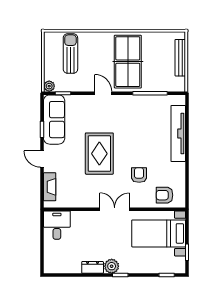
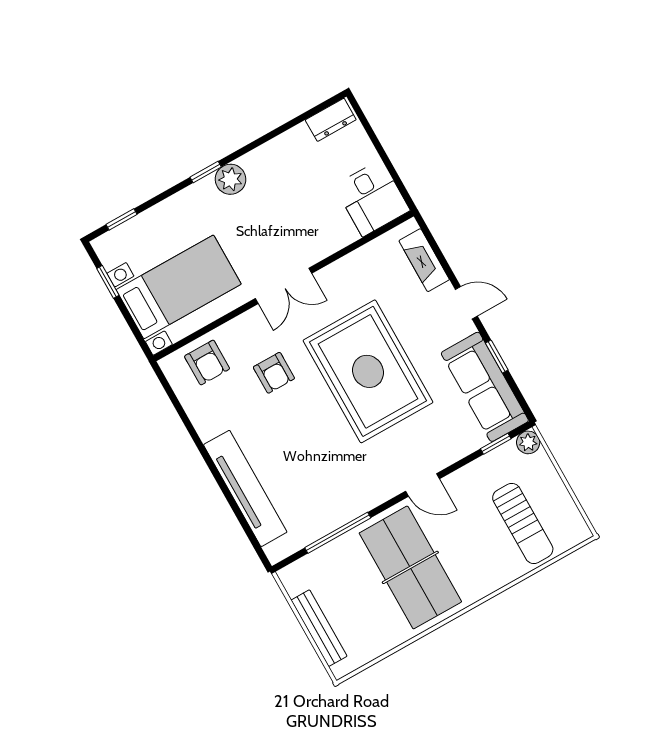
rug: (99, 154) -> (368, 371), width x1.37, depth x1.44
armchair: (165, 195) -> (207, 362), turned 90
dresser: (93, 267) -> (331, 120), moved

